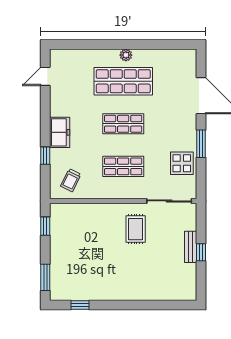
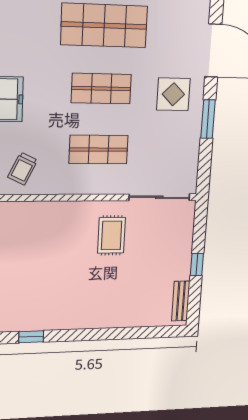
display table: (182, 163) -> (173, 94), moved
bench: (191, 247) -> (181, 301), moved

